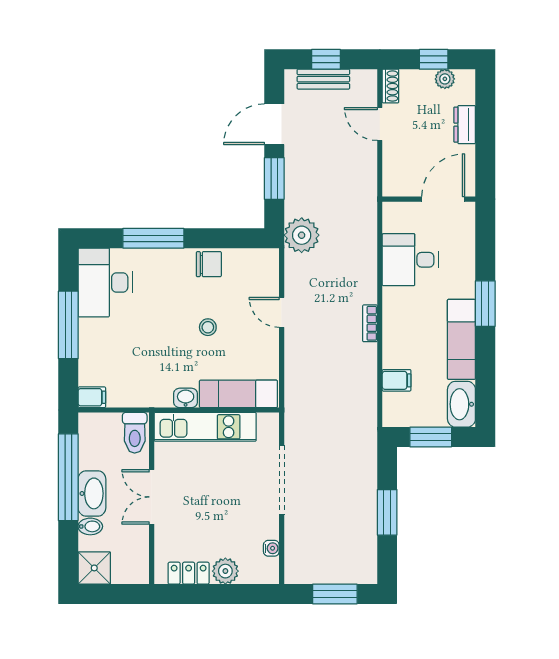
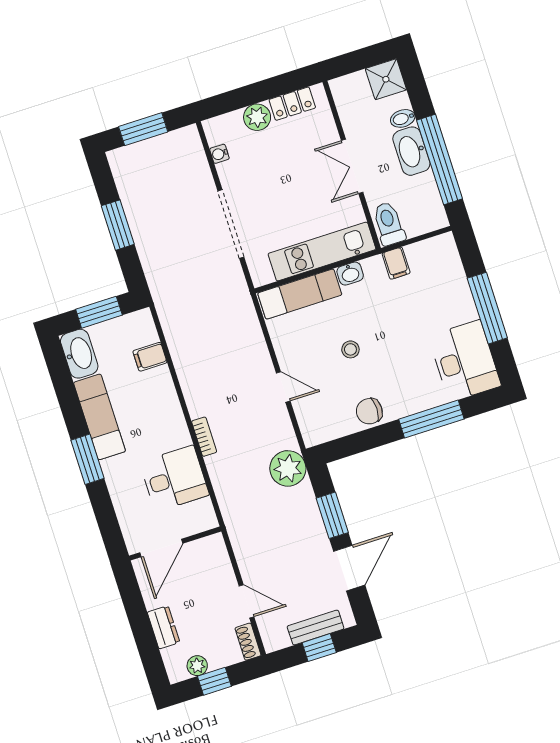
bookcase: (370, 323) -> (204, 437), moved
filing cabinet: (92, 397) -> (396, 263), moved, turned -90
double door: (152, 497) -> (352, 166), swing flipped

